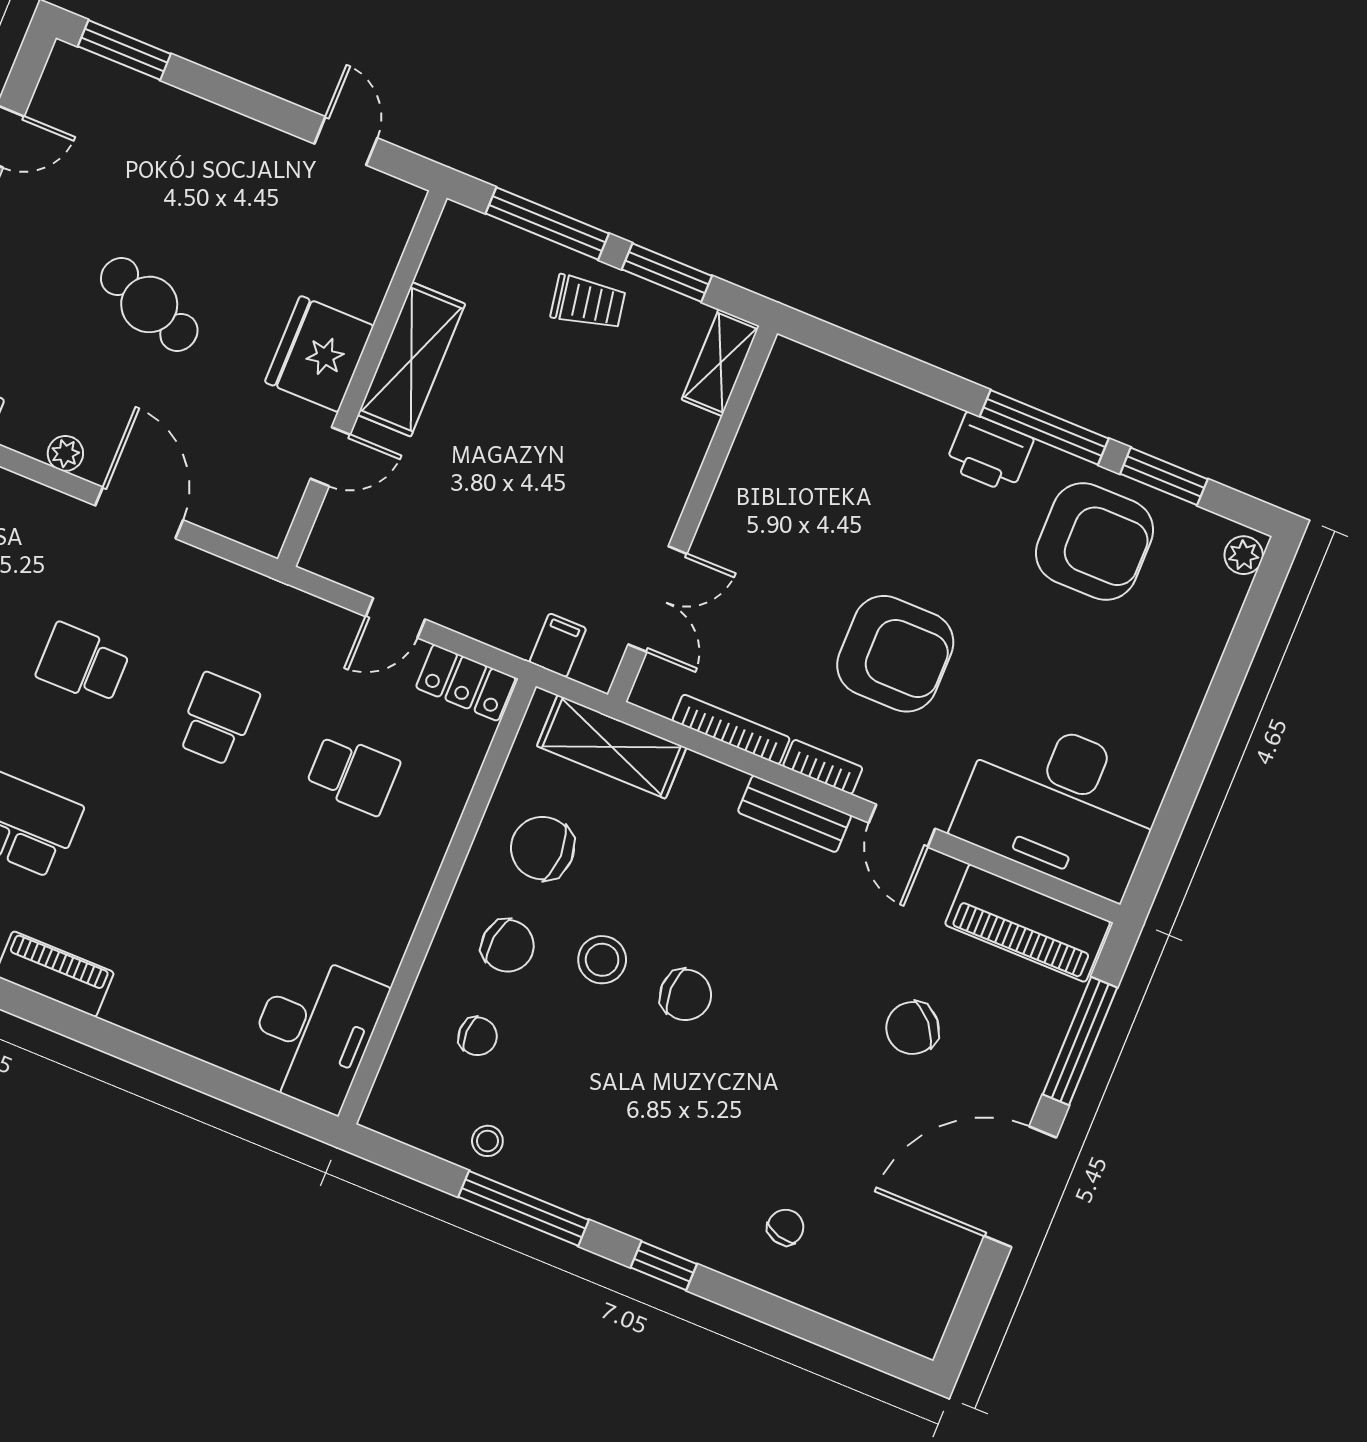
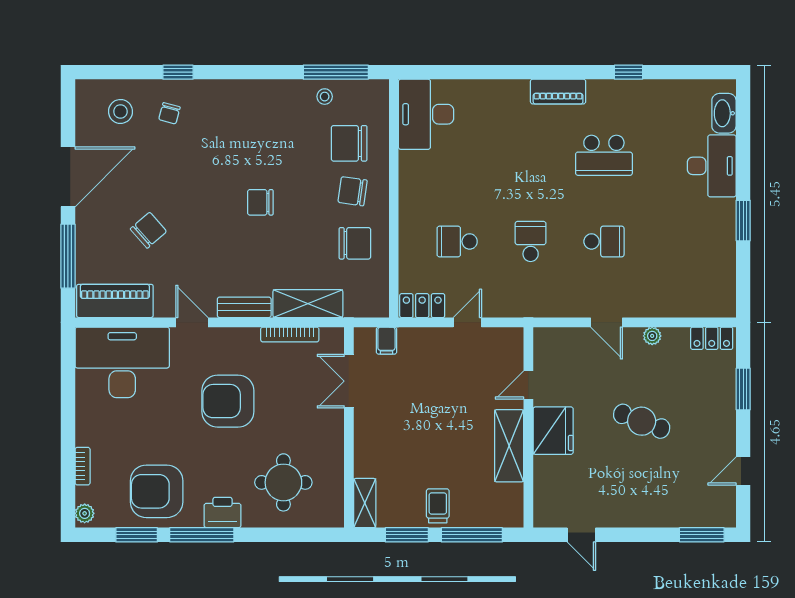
trolley: (588, 302) -> (438, 506), turned 100
round table: (854, 462) -> (283, 482), added
door: (139, 513) -> (607, 322), width x0.73
school desk: (218, 719) -> (531, 241), turned 180
shelving: (612, 747) -> (308, 304), moved
bookcase: (823, 767) -> (83, 466), moved, turned -90
stool: (602, 960) -> (120, 111), moved
chair: (478, 1036) -> (349, 143), width x1.87, depth x1.87
window: (524, 1208) -> (336, 72), moved
window: (664, 1266) -> (178, 72), moved

